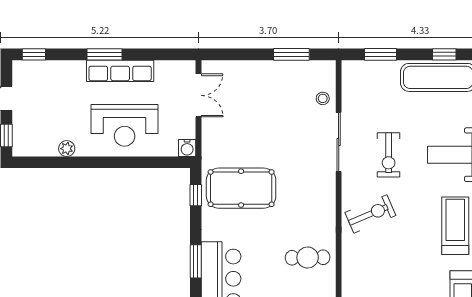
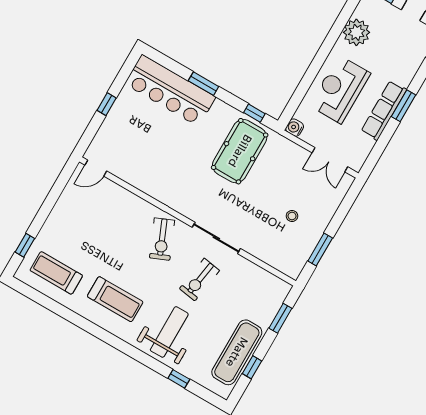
stool: (323, 98) -> (292, 216), moved
sliding door: (339, 142) -> (216, 238), moved
plant: (67, 149) -> (356, 32), width x1.88, depth x1.88
exercise bike: (389, 155) -> (199, 280), turned -81
cafe table: (308, 257) -> (157, 171), removed

